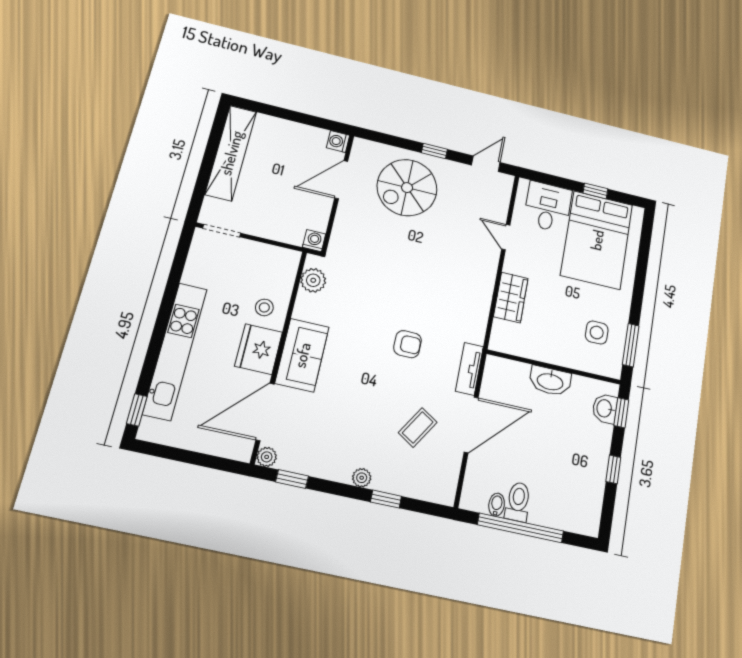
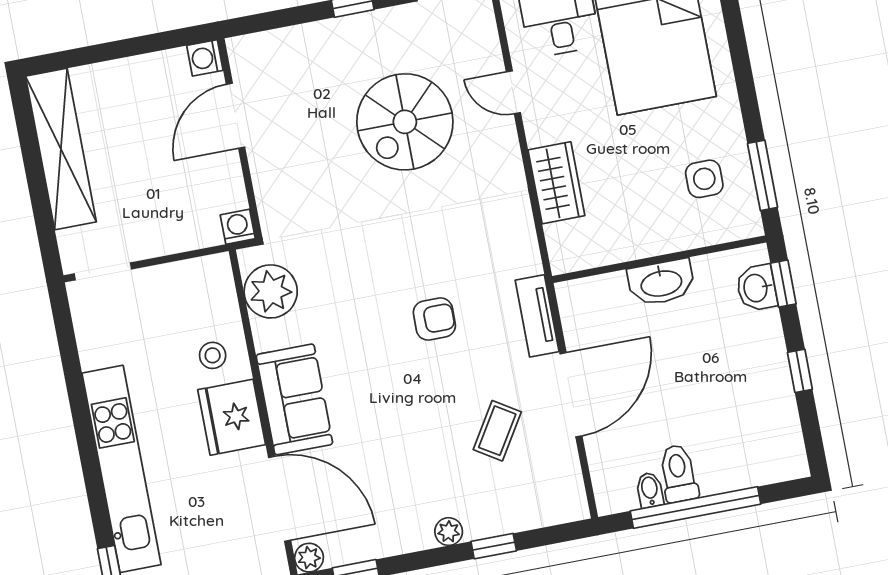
spiral stairs: (407, 188) -> (405, 122), moved
plant: (313, 280) -> (271, 291), width x1.36, depth x1.36
door: (265, 412) -> (280, 499), swing flipped

